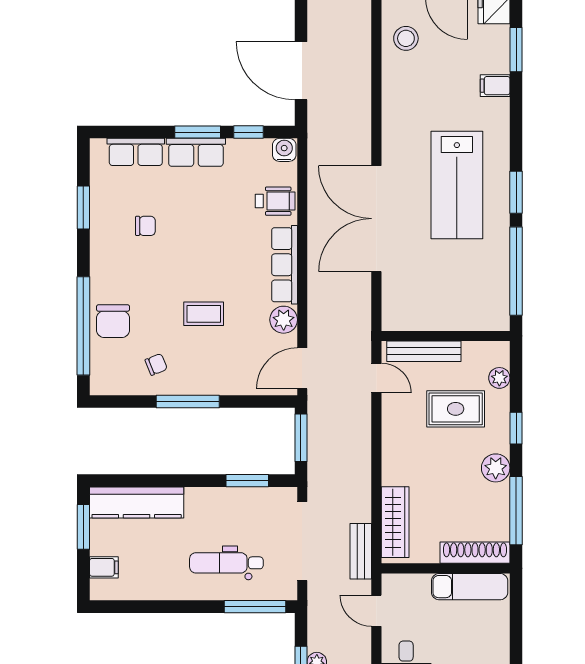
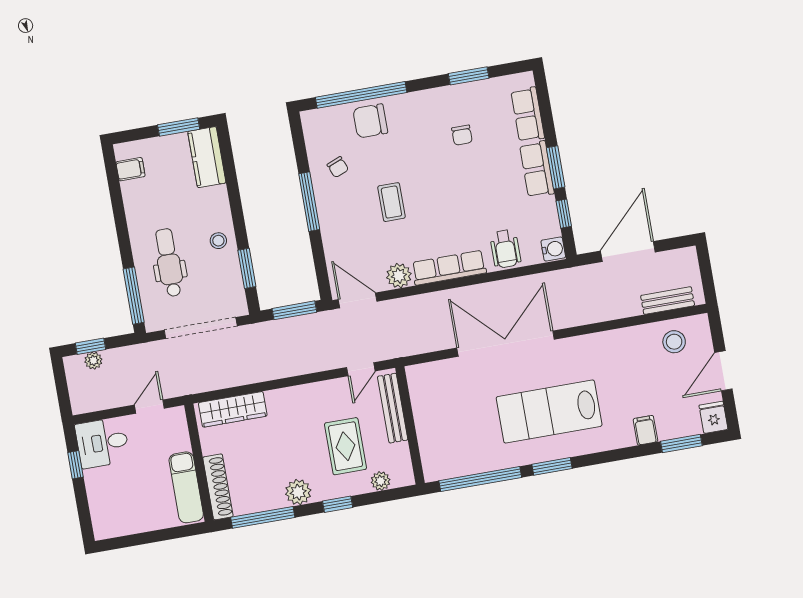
kitchen counter: (137, 502) -> (207, 157), width x0.67
stool: (212, 506) -> (218, 241), added
bench: (361, 551) -> (668, 301), moved
filing cabinet: (104, 567) -> (131, 169), moved, turned -90

